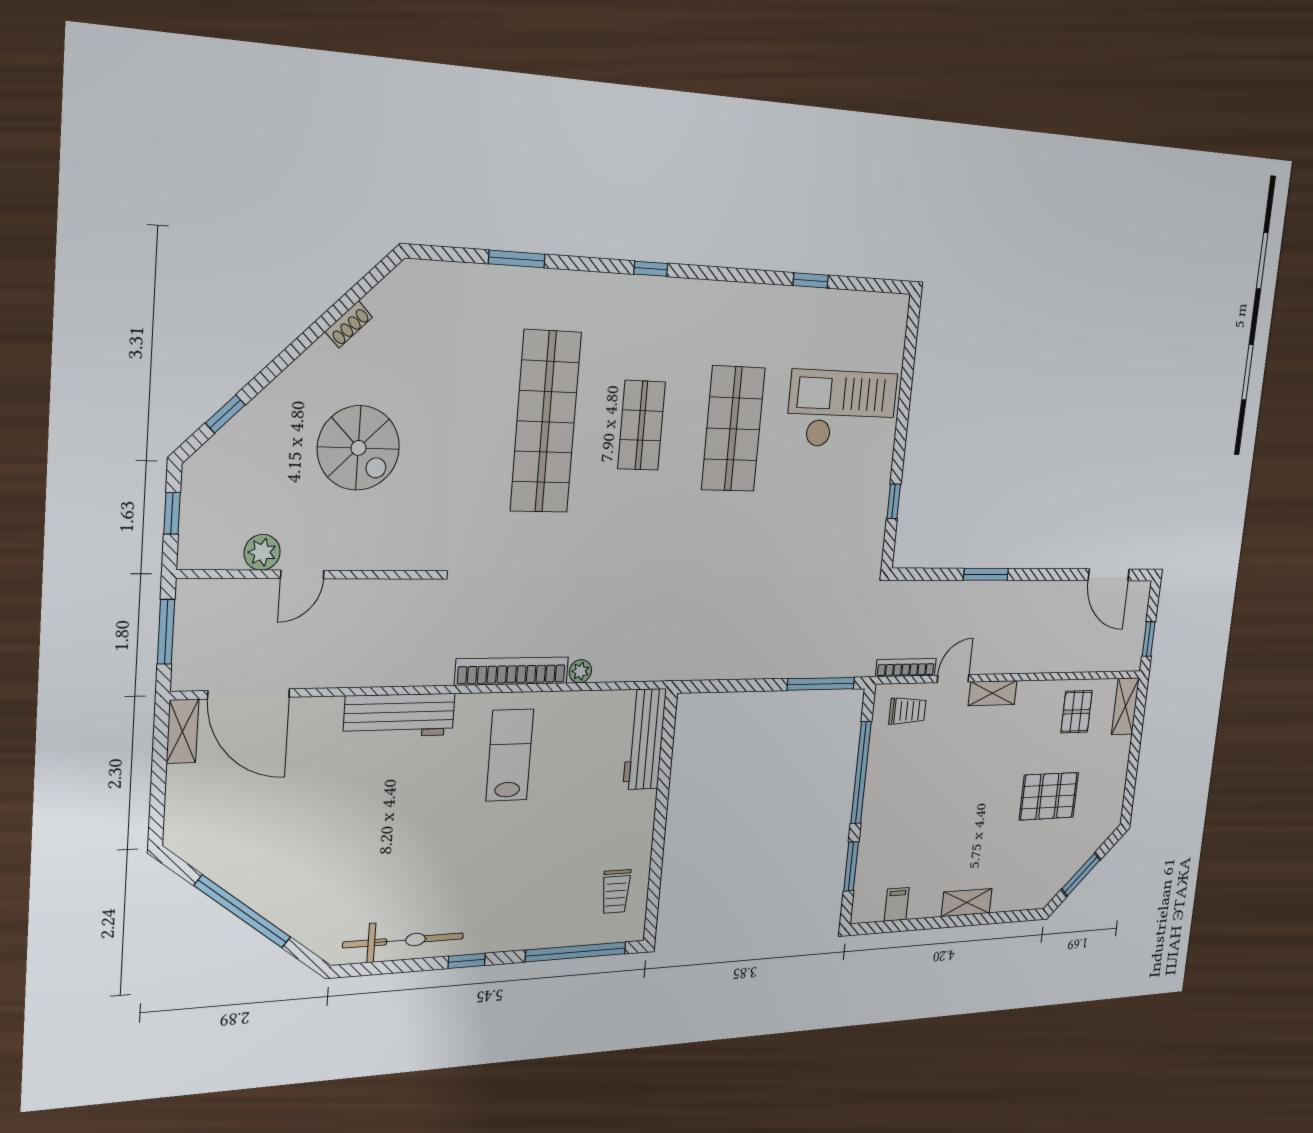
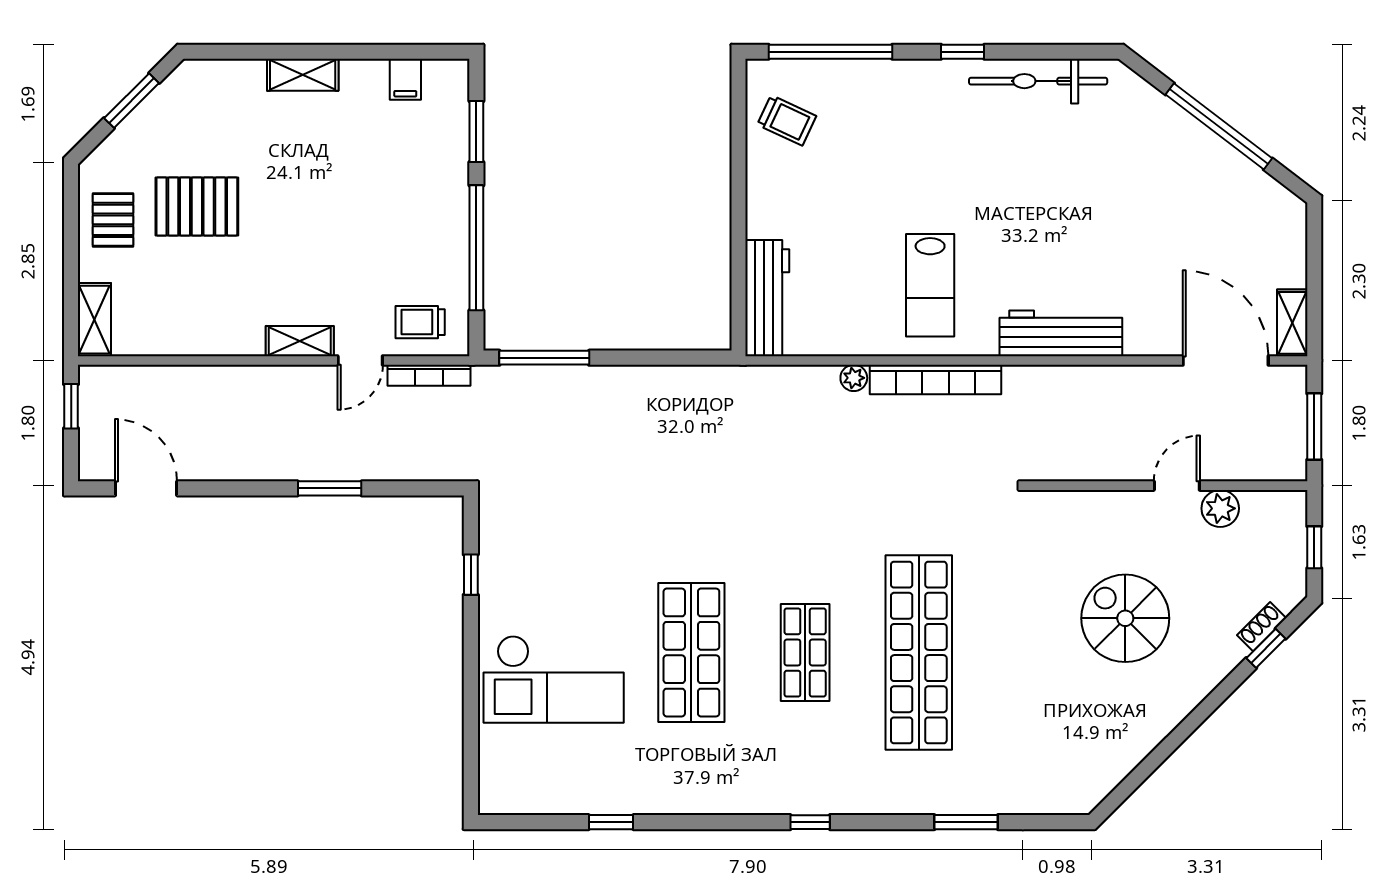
shoe rack: (349, 324) -> (1262, 627), moved
pallet: (1077, 712) -> (113, 220), moved
trolley: (616, 891) -> (787, 120), turned 115

